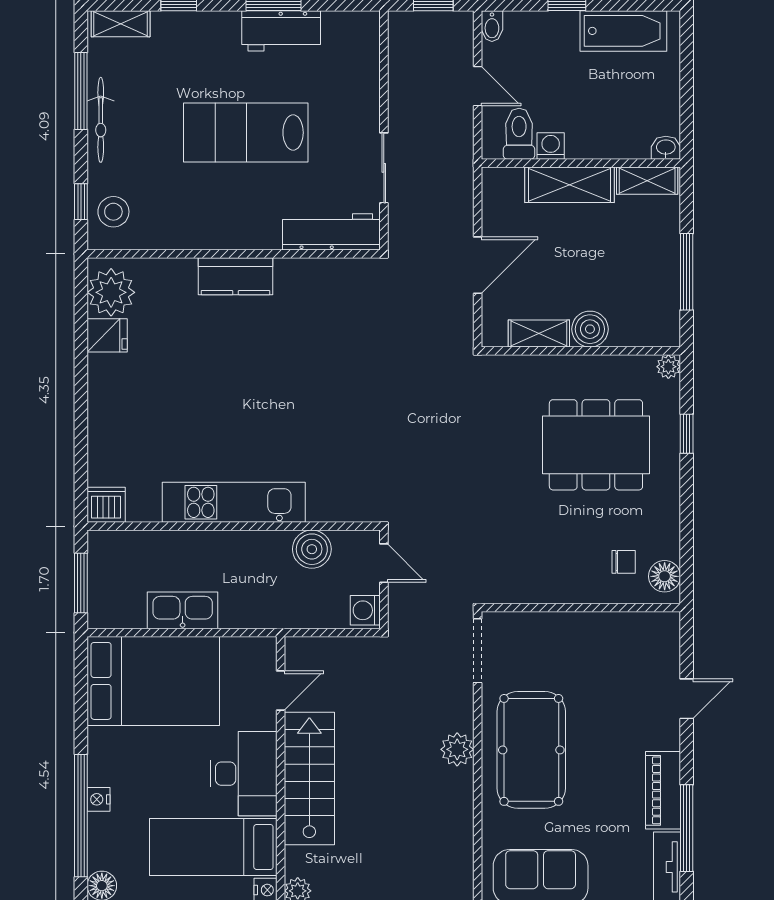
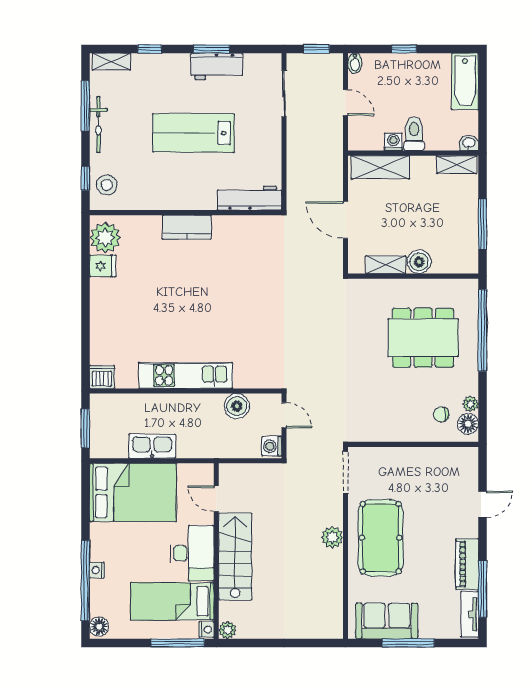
bathtub: (623, 31) -> (465, 81), moved, turned 90
toilet: (519, 134) -> (414, 134), moved
sliding door: (384, 168) -> (284, 94), moved
shelving: (569, 185) -> (380, 167), moved
door: (478, 265) -> (346, 220), swing flipped
plant: (668, 367) -> (471, 404), moved
window: (687, 434) -> (483, 330), width x3.17
chair: (624, 562) -> (441, 414), turned 180
door: (281, 690) -> (216, 499), swing flipped

